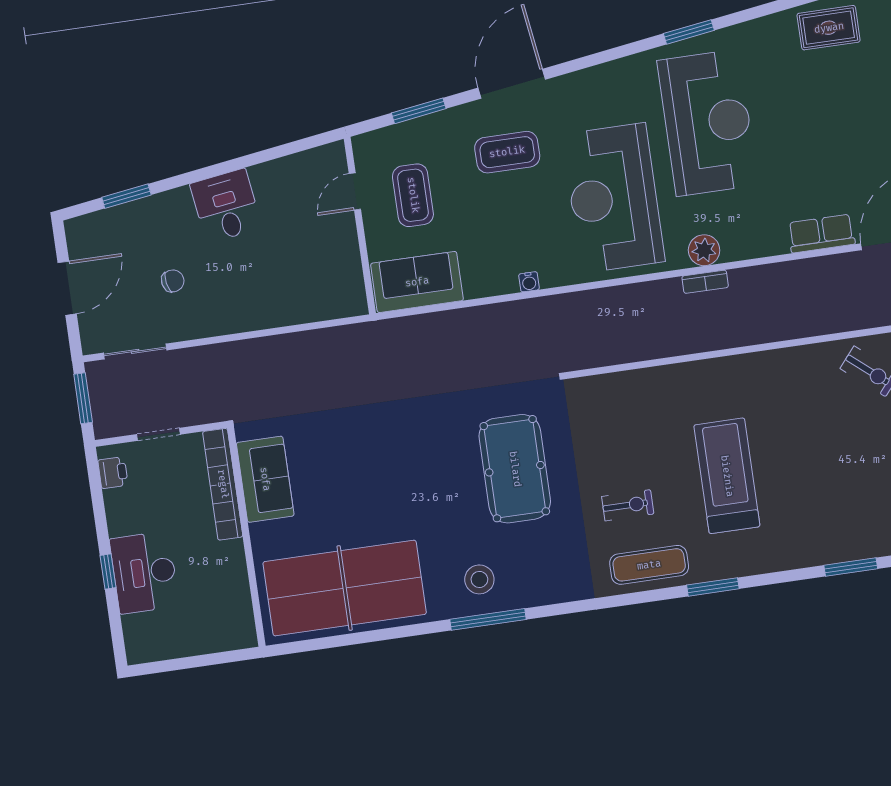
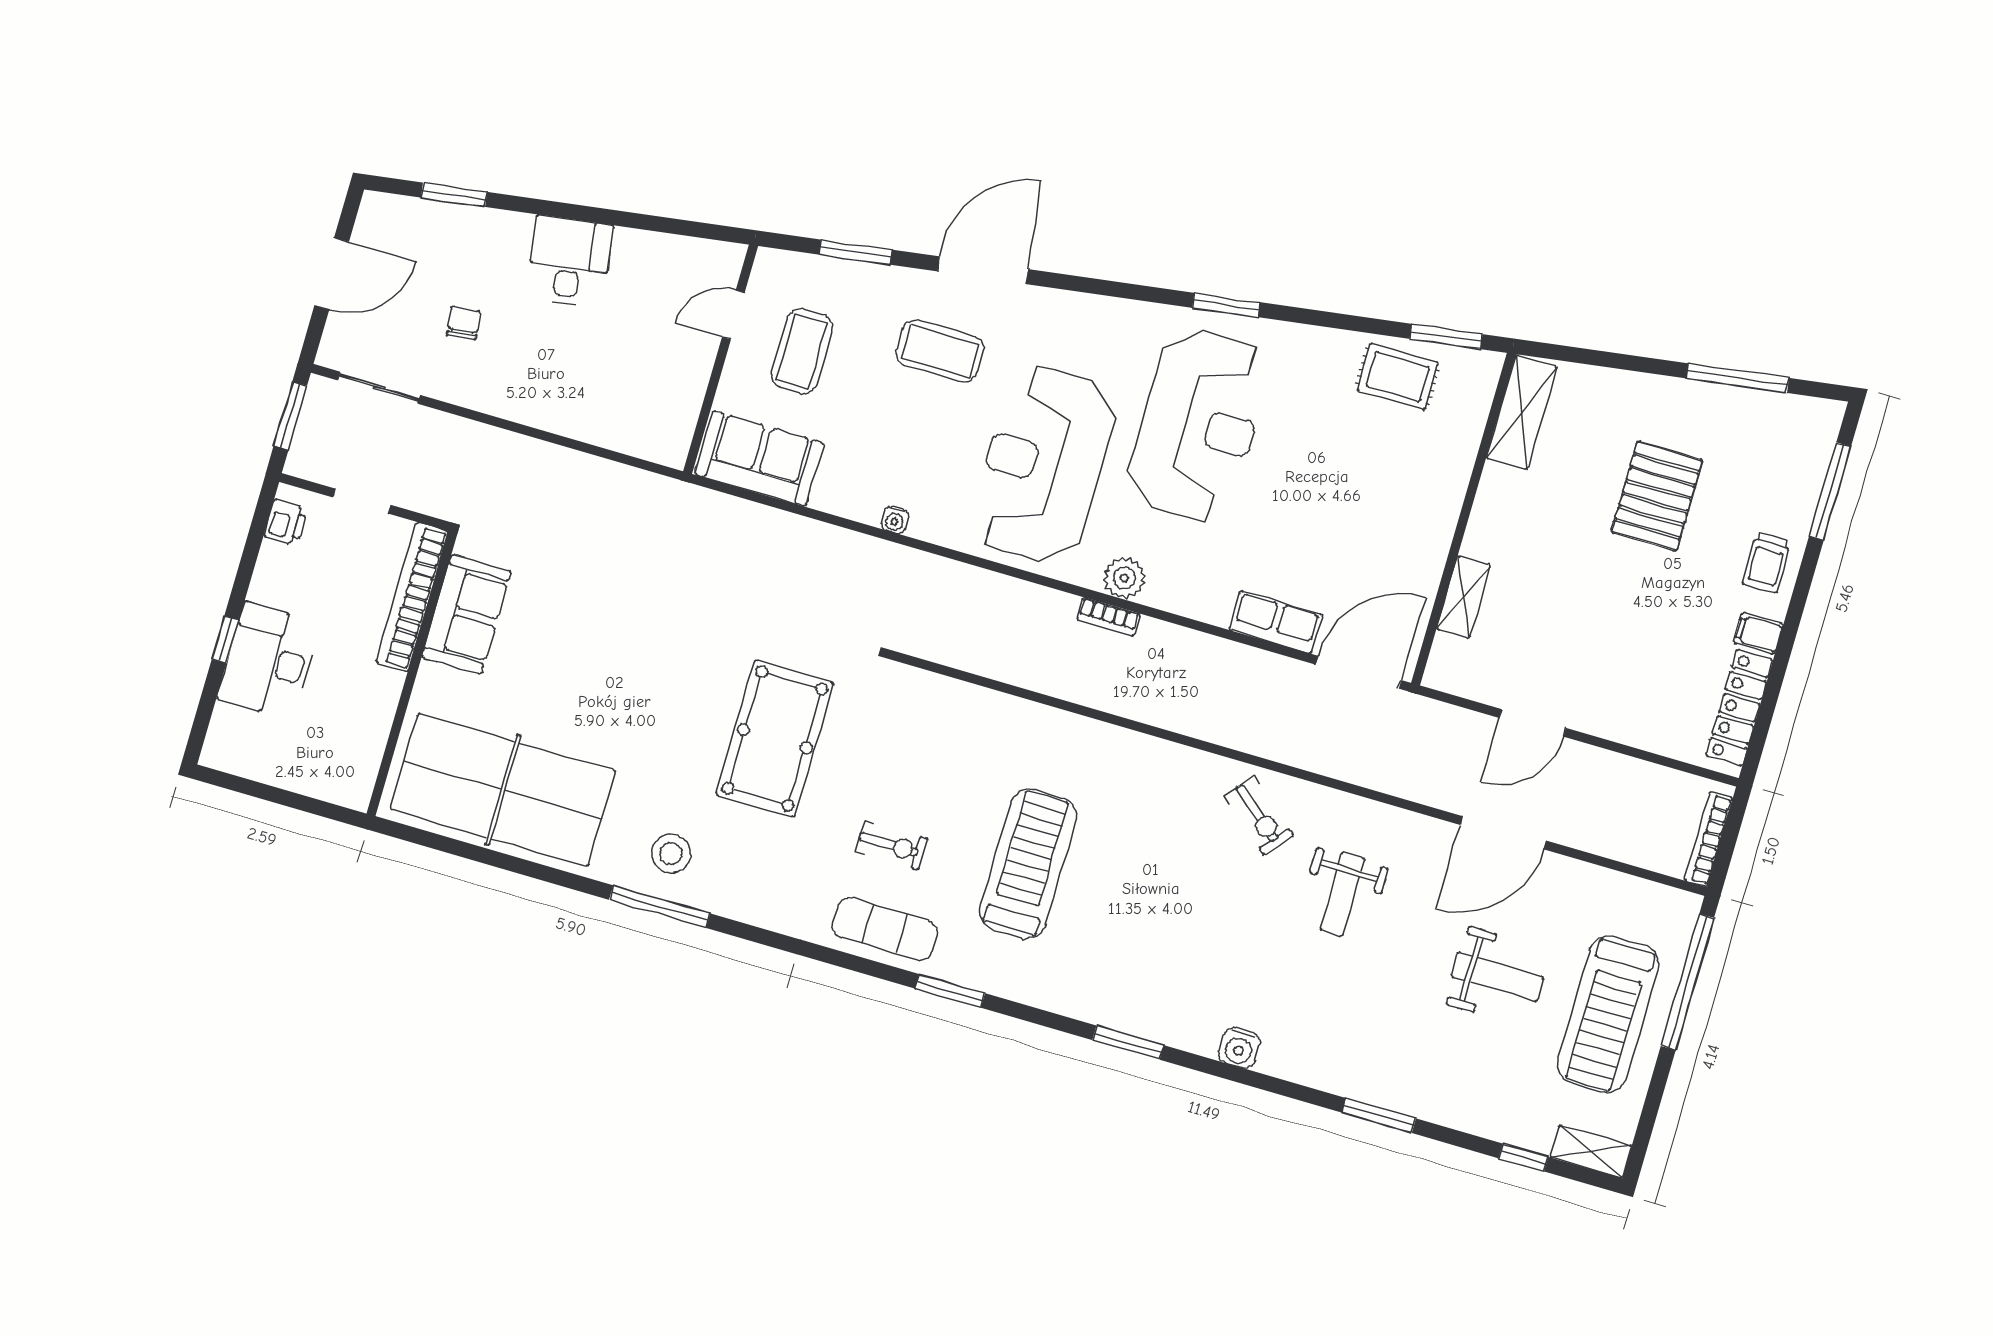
chair: (173, 281) -> (464, 323), turned -86

